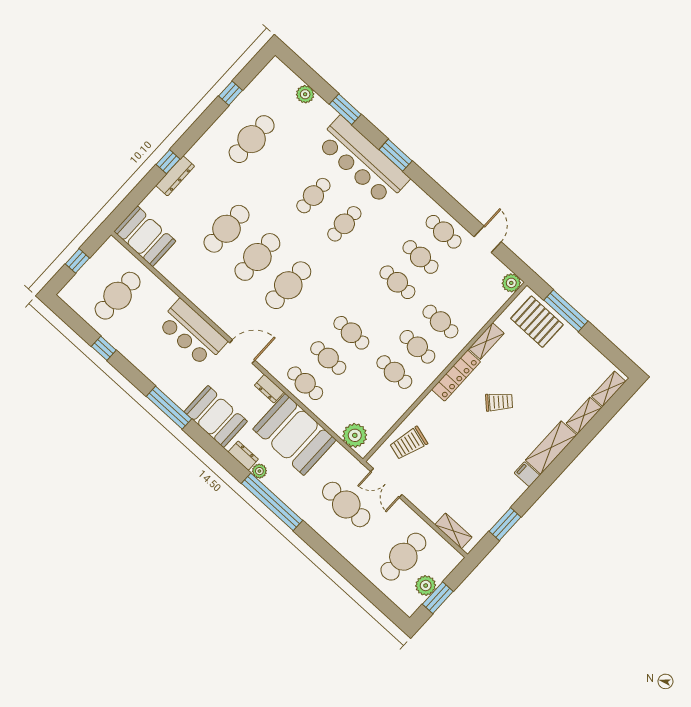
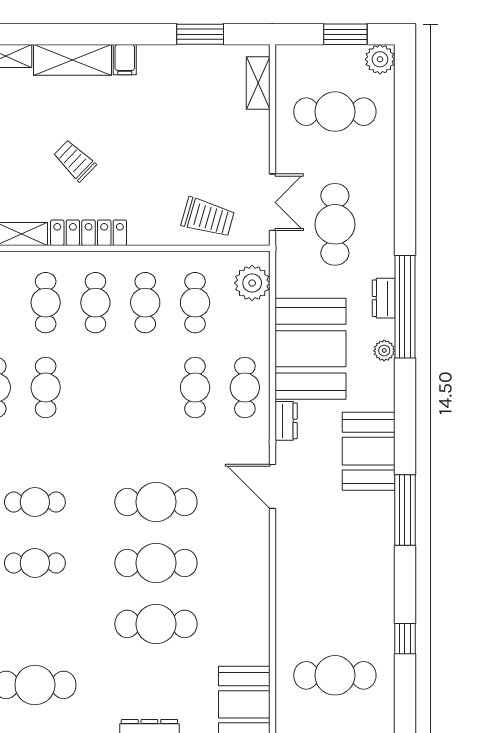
bar counter: (192, 333) -> (301, 559), removed
cafe table: (351, 333) -> (195, 303), moved
dresser: (243, 456) -> (384, 298), moved
plant: (426, 586) -> (380, 59), moved

